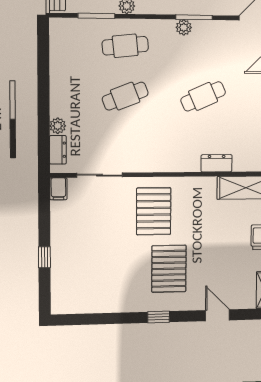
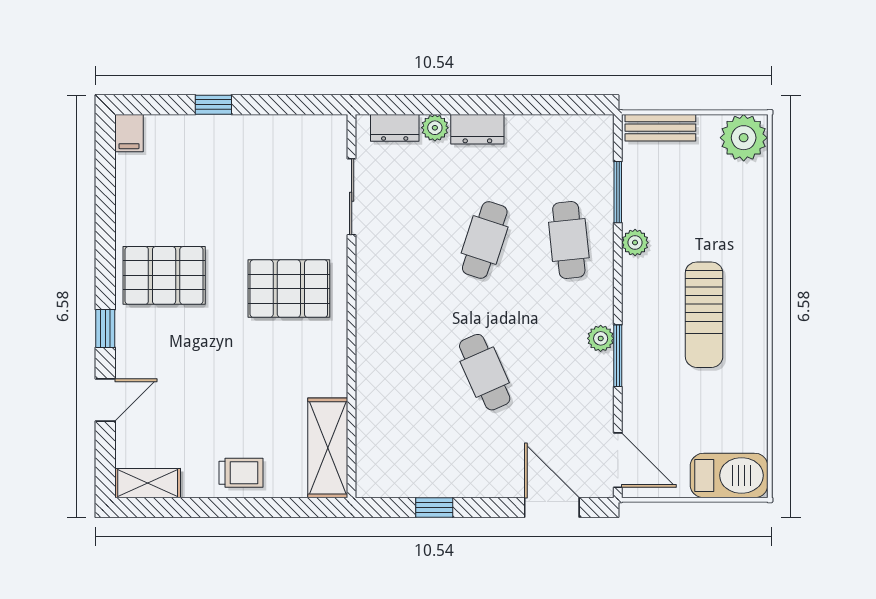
cafe table: (125, 96) -> (485, 240), turned 39
dresser: (217, 163) -> (477, 129), moved, turned 90
filing cabinet: (58, 189) -> (129, 133), moved, turned -90
pallet: (169, 269) -> (164, 275), moved
window: (159, 317) -> (105, 329), moved

